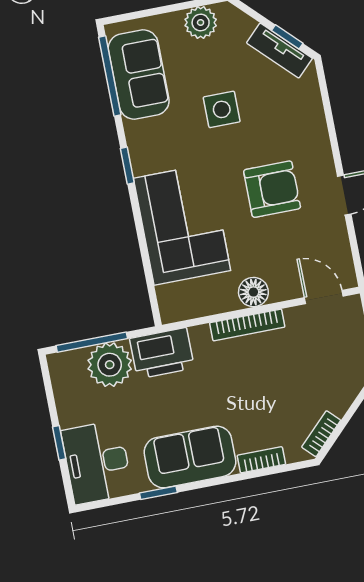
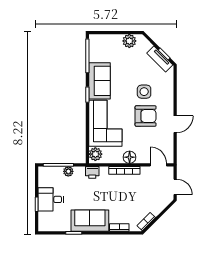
sofa: (139, 75) -> (99, 81), moved
side table: (222, 109) -> (144, 92), moved
plant: (173, 300) -> (95, 154), added
printer: (162, 353) -> (92, 172), width x0.53, depth x0.68
plant: (110, 365) -> (68, 171), width x0.53, depth x0.53
desk: (97, 462) -> (51, 199), moved, width x0.73

